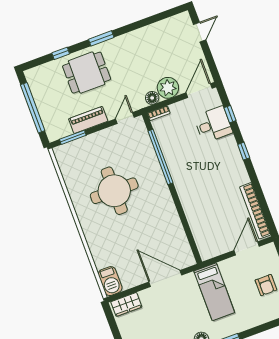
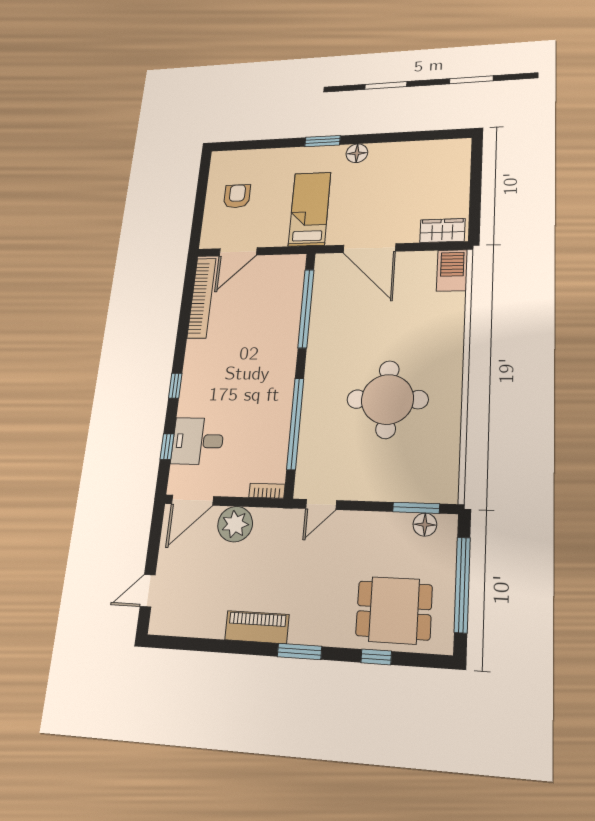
dining table: (87, 73) -> (394, 610), moved
floor lamp: (152, 98) -> (425, 525), moved
piano: (88, 120) -> (257, 627), moved, turned 180
window: (186, 227) -> (306, 308), added

